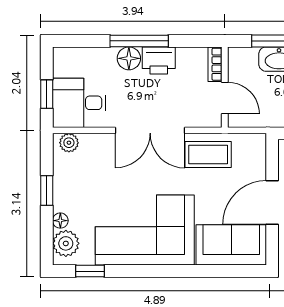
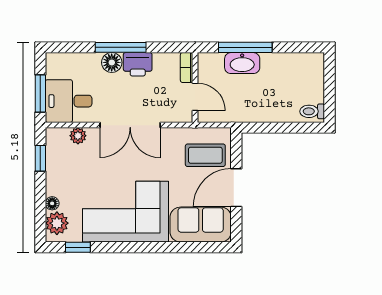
window: (47, 94) -> (40, 93), width x1.50
plant: (69, 143) -> (78, 136), moved
coffee table: (208, 154) -> (205, 155), moved
window: (47, 190) -> (40, 158), moved

